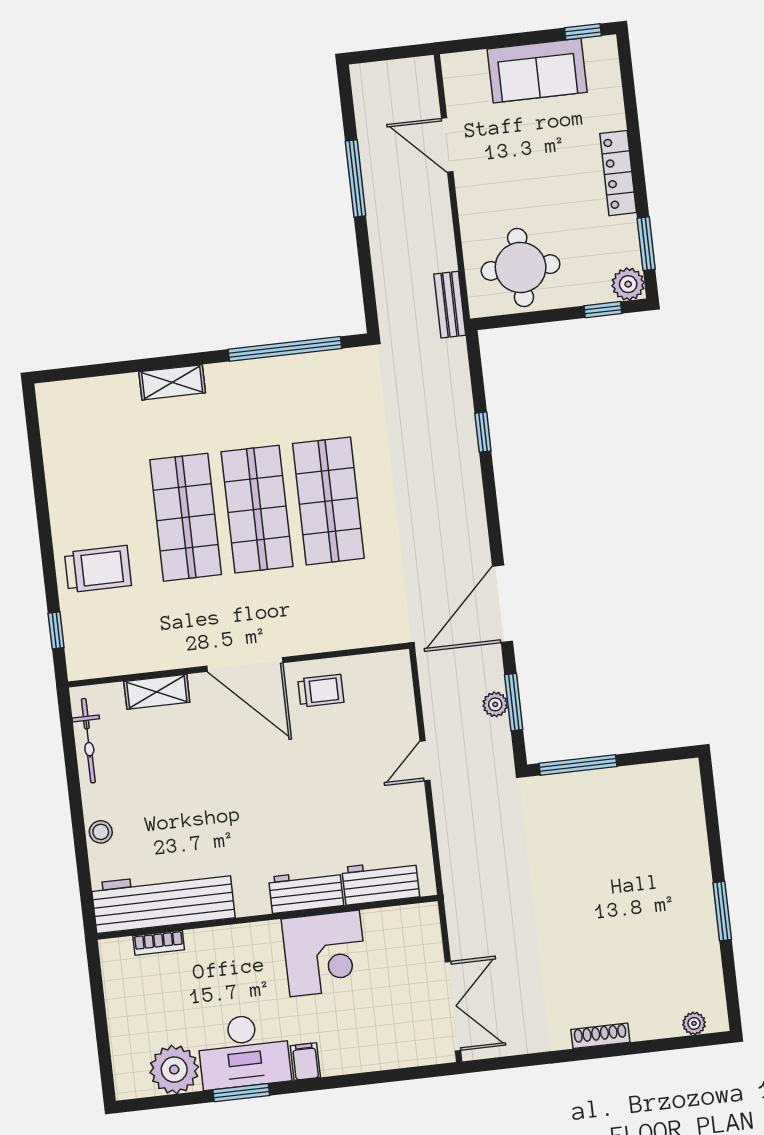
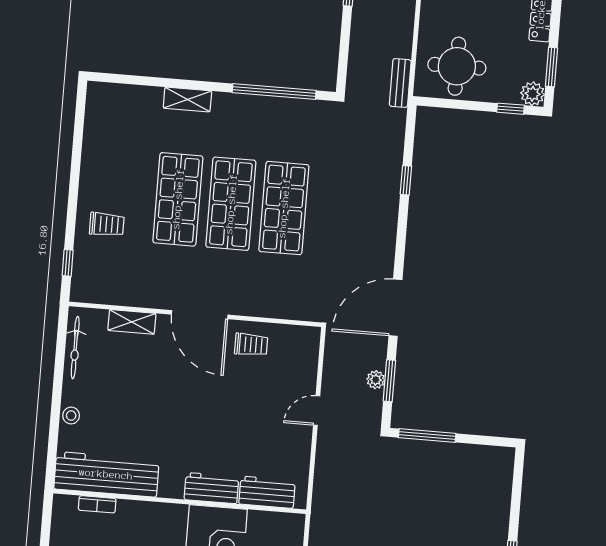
trolley: (98, 569) -> (107, 224), width x0.73, depth x0.72

